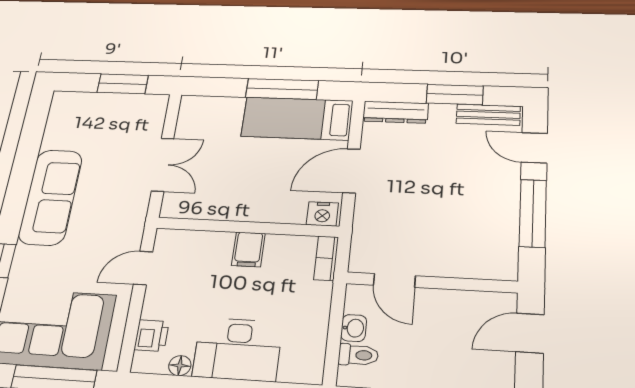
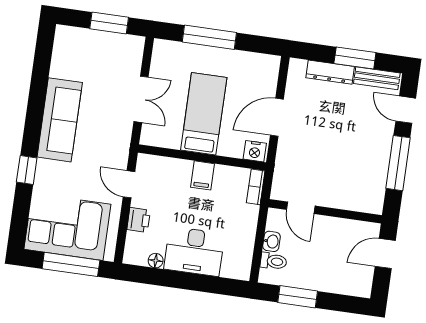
window: (282, 89) -> (209, 37), moved
dresser: (396, 112) -> (330, 72), moved
bed: (297, 118) -> (204, 114), moved, turned 90
door: (143, 268) -> (129, 184), hinge flipped
printer: (152, 336) -> (139, 220), moved

